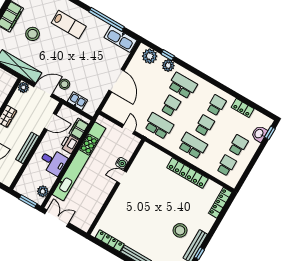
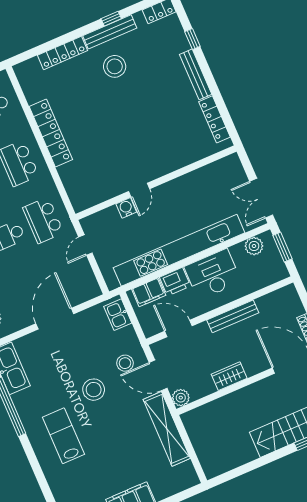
stool: (33, 34) -> (94, 390), moved
kitchen sink: (77, 101) -> (118, 315), moved
desk: (53, 162) -> (213, 274), width x1.37
door: (122, 177) -> (139, 190), hinge flipped
locker: (220, 203) -> (62, 53), moved

